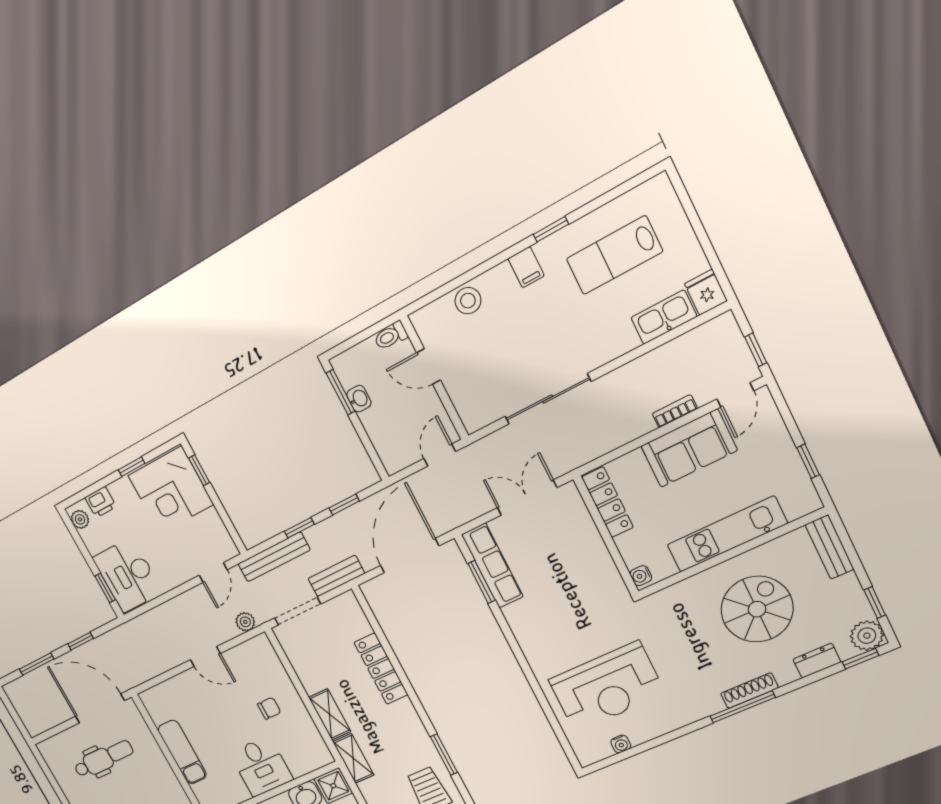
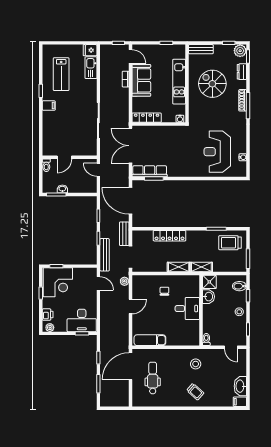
stool: (468, 301) -> (49, 131), removed
double door: (527, 498) -> (130, 146), width x1.37
reception desk: (607, 687) -> (217, 152), turned 180
exam couch: (182, 752) -> (150, 340), moved

